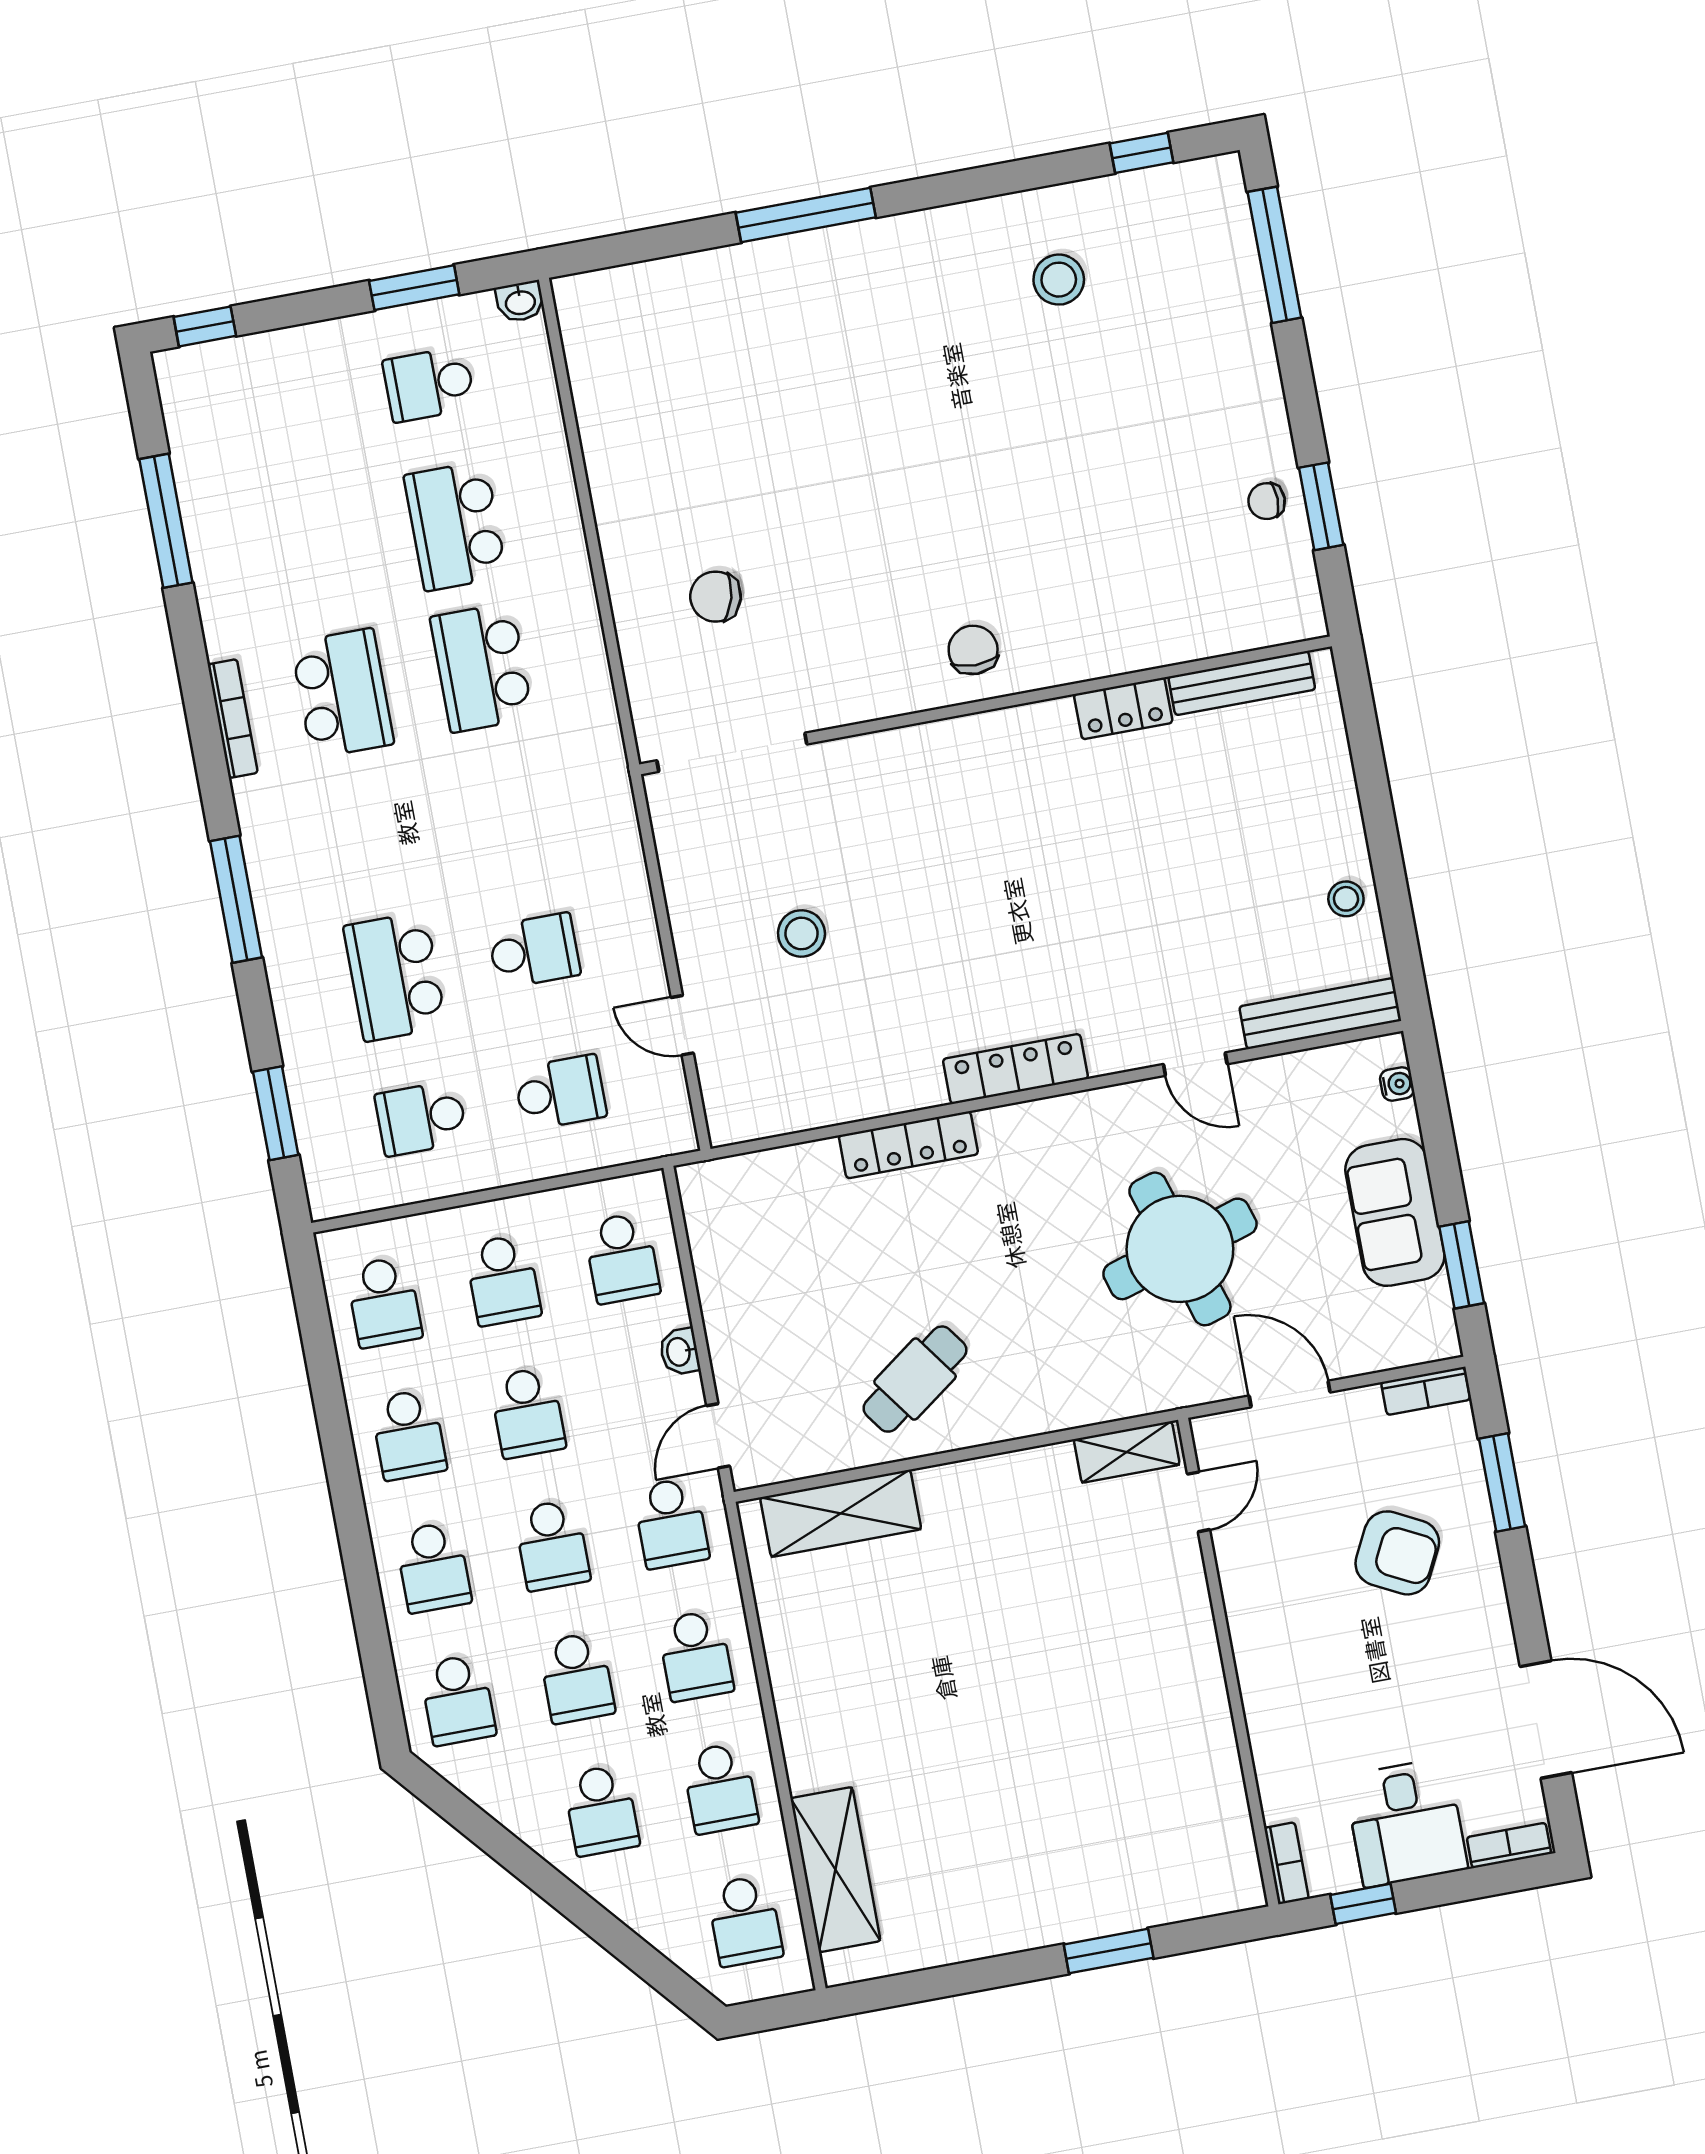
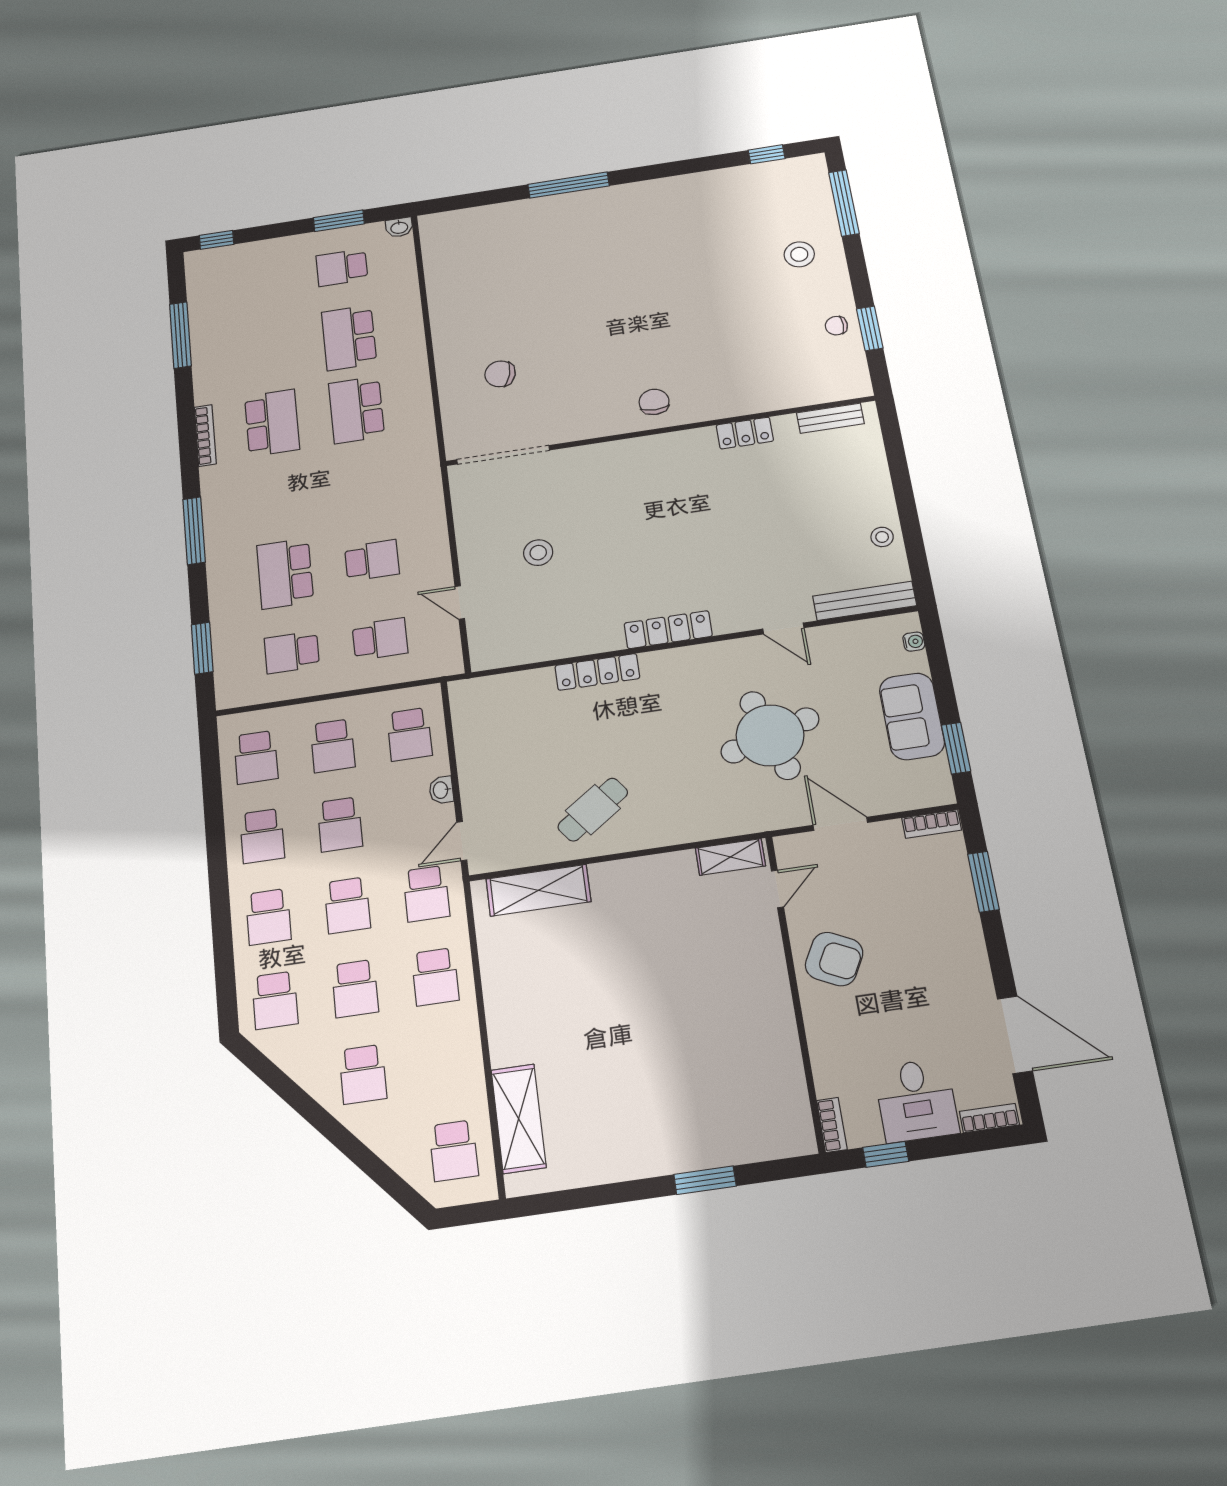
stool: (1059, 280) -> (799, 254), moved
bench: (1242, 683) -> (830, 418), width x0.73
armchair: (1397, 1553) -> (834, 959), moved
school desk: (720, 1788) -> (444, 1062), removed

